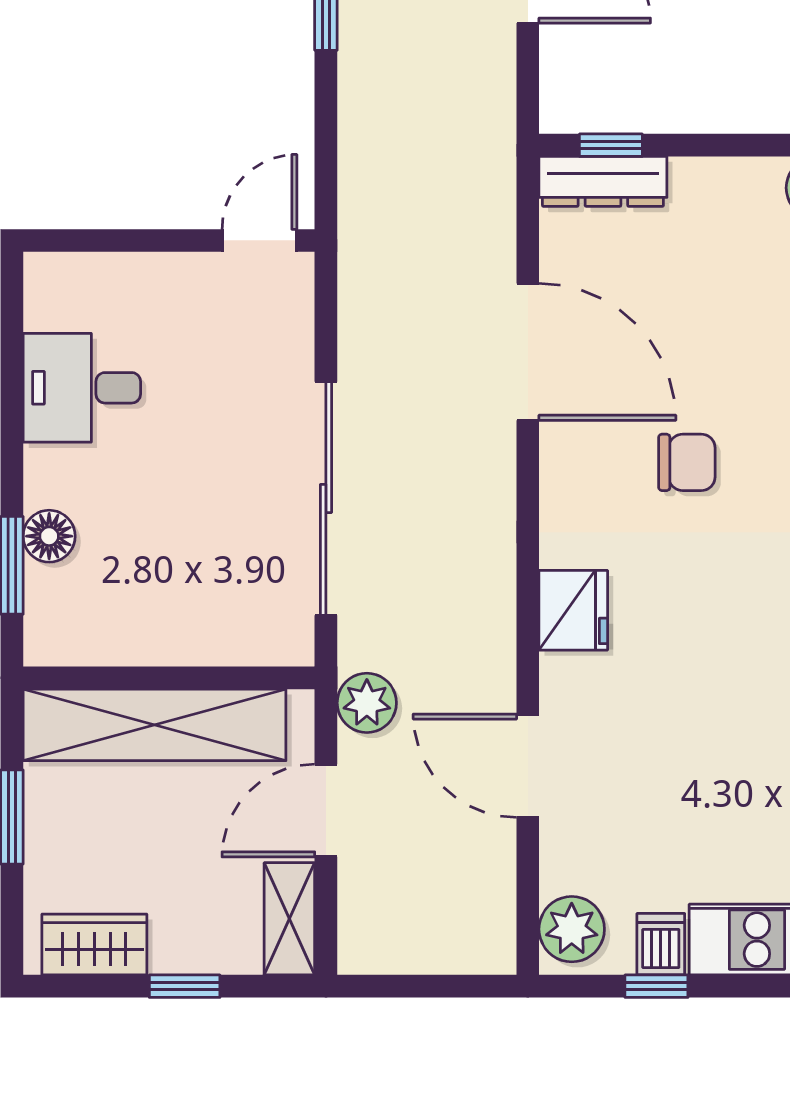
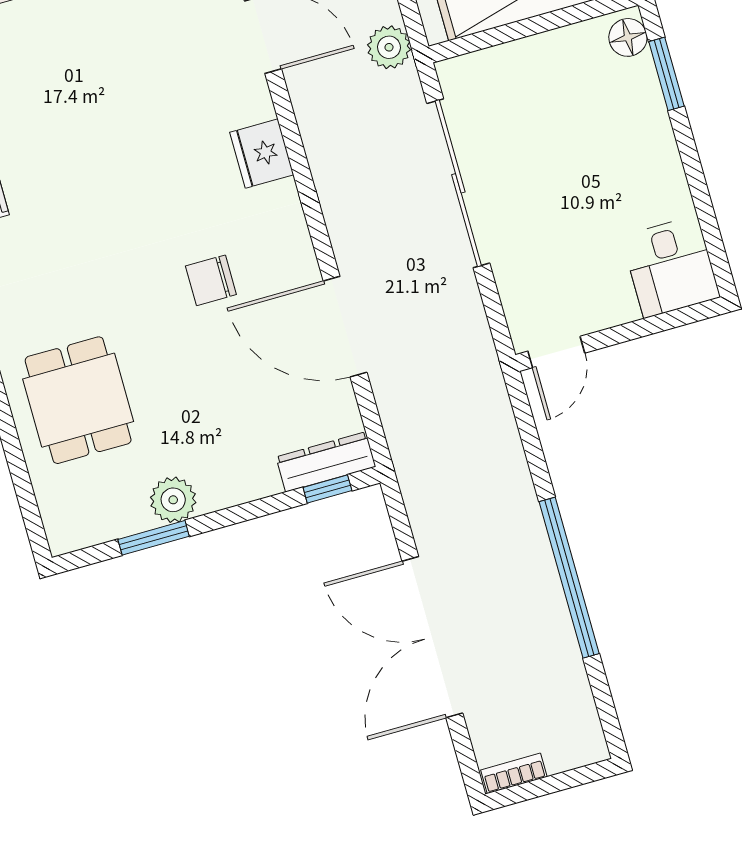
desk: (82, 388) -> (671, 267), moved, turned 90
floor lamp: (49, 536) -> (628, 37), moved

